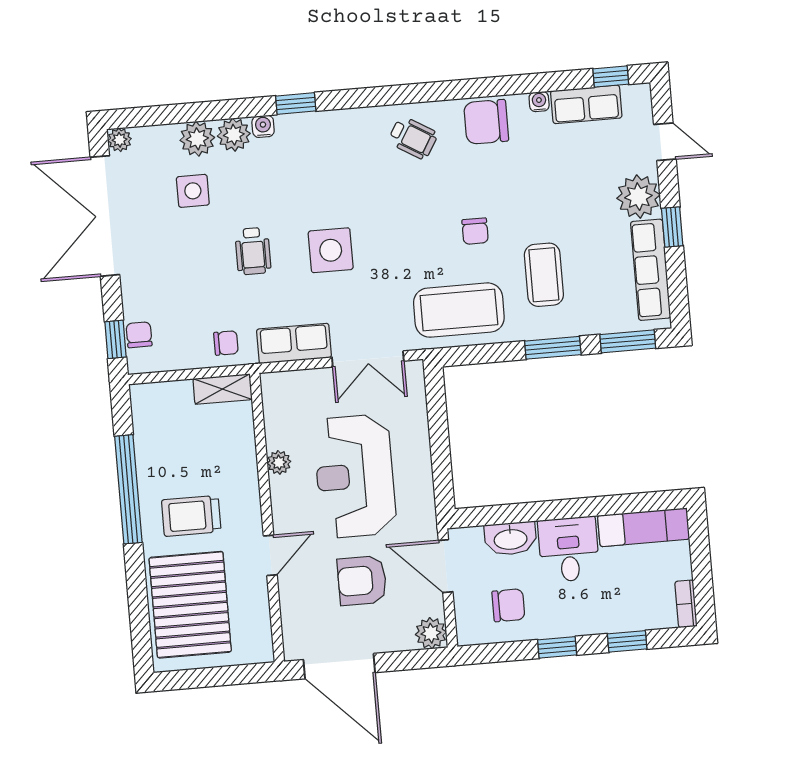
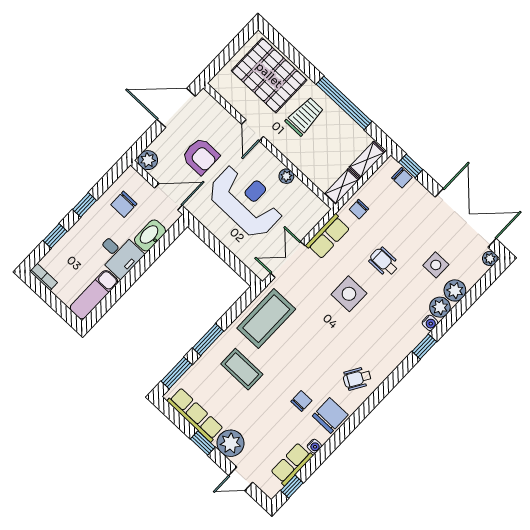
chair: (475, 231) -> (301, 401), moved, turned 90
shelving: (162, 395) -> (367, 160), added
armchair: (362, 581) -> (201, 156), turned 90

